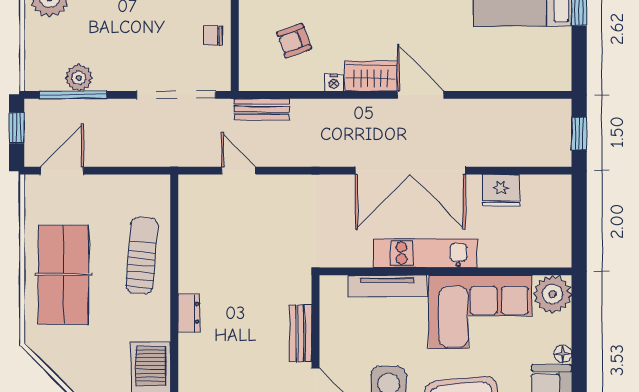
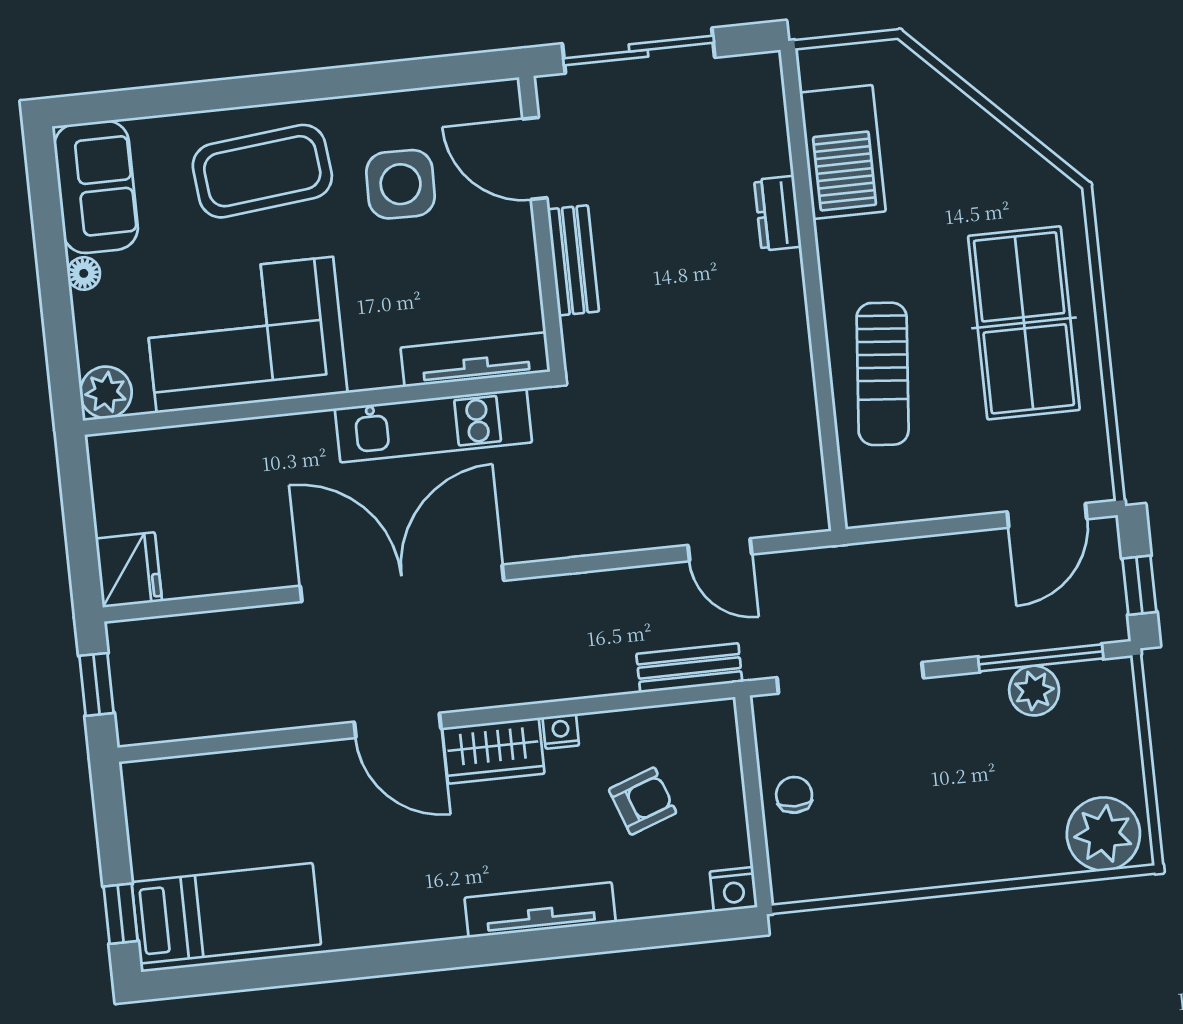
chair: (213, 35) -> (794, 795), turned -90
fridge: (501, 190) -> (129, 570), moved, turned 90
kitchen unit: (425, 253) -> (433, 425), moved
tv unit: (387, 286) -> (475, 360), moved
plant: (553, 294) -> (106, 392), width x0.73, depth x0.73
dresser: (189, 313) -> (778, 213), moved

